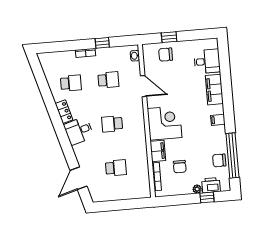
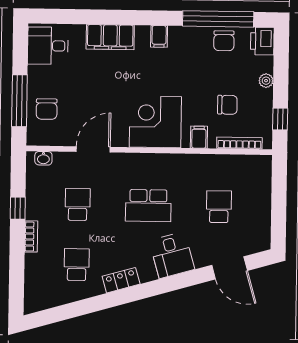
window: (169, 37) -> (19, 101), width x2.17
desk: (207, 61) -> (48, 46), moved, turned -90
school desk: (112, 124) -> (148, 206), width x1.85
desk: (79, 131) -> (172, 255), moved
filing cabinet: (158, 151) -> (199, 137), width x0.50
printer: (211, 185) -> (262, 41), moved
window: (207, 197) -> (280, 119), moved

